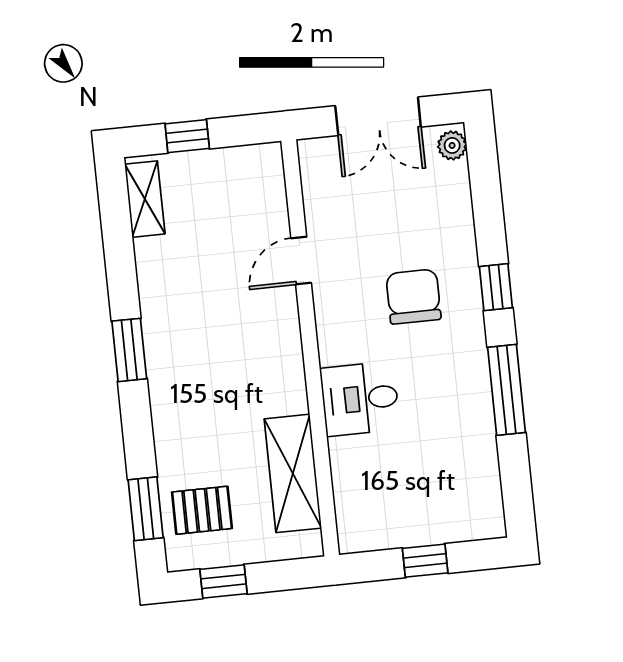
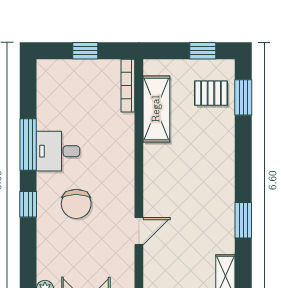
window: (129, 350) -> (243, 220), moved
desk: (360, 399) -> (58, 151), moved, turned 180
bookcase: (346, 508) -> (128, 86), added

